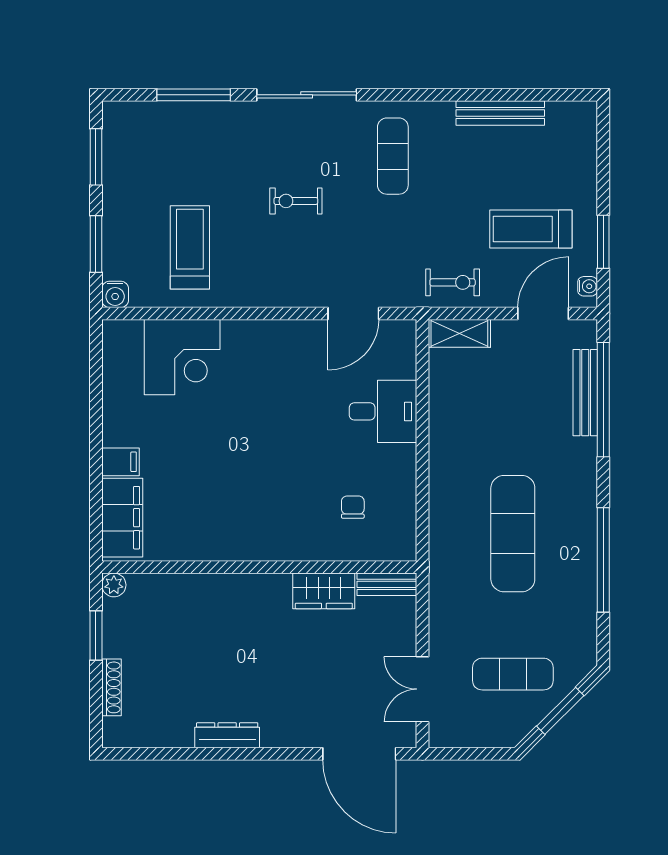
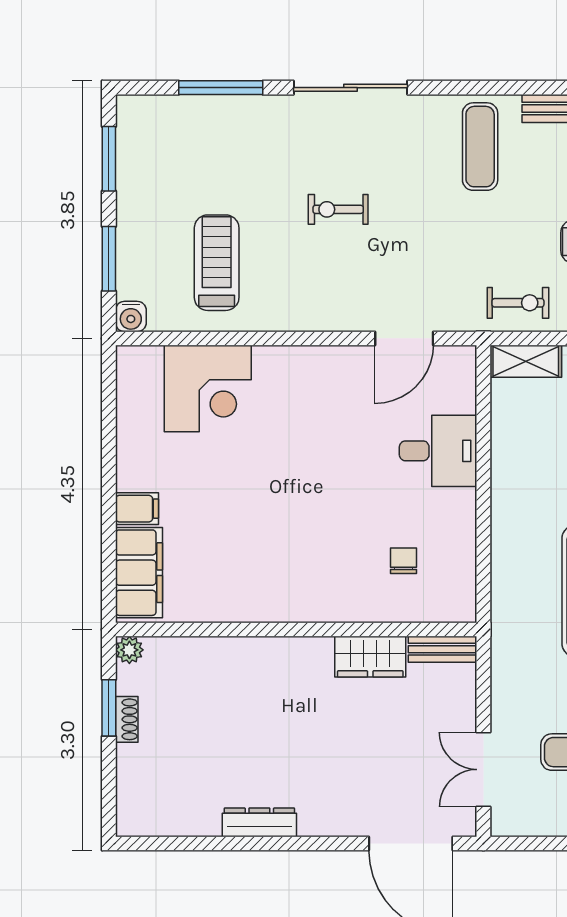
exercise mat: (393, 156) -> (480, 147), moved
shoe rack: (112, 687) -> (127, 719), moved, width x0.70

